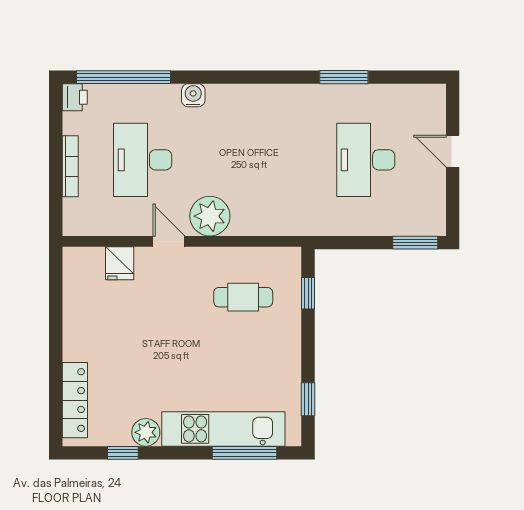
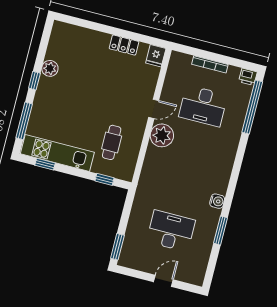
water cooler: (193, 95) -> (217, 201), moved
desk: (143, 160) -> (203, 106), turned 180
fridge: (120, 263) -> (156, 56), moved, turned -90
locker: (75, 400) -> (124, 45), moved, width x0.66
kitchen unit: (223, 429) -> (57, 153), moved, turned -90
window: (123, 453) -> (34, 81), moved

